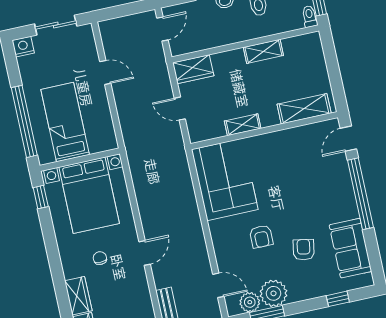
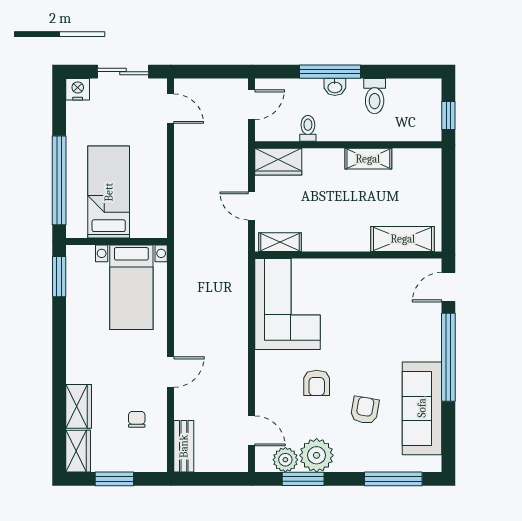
toilet: (310, 16) -> (308, 128), moved
door: (105, 72) -> (171, 109), moved
shelving: (243, 125) -> (280, 242), moved
bed with nightstands: (89, 195) -> (131, 287), width x0.73
window: (41, 197) -> (59, 277), width x1.50
sofa: (350, 248) -> (422, 408), width x1.36
chair: (100, 258) -> (137, 419), moved
window: (338, 299) -> (393, 479), width x2.17

